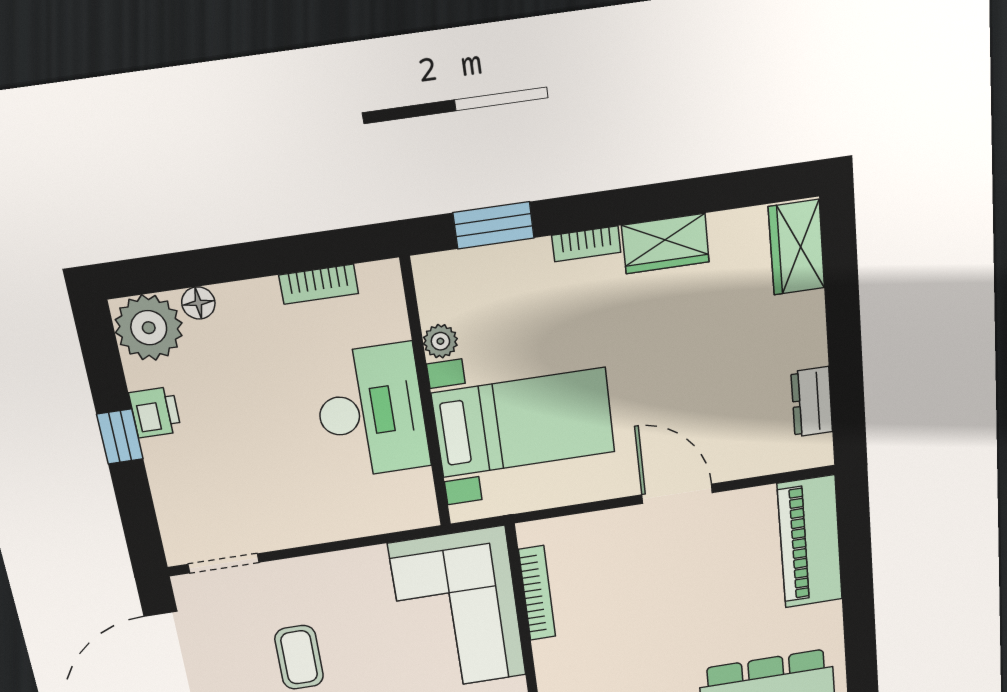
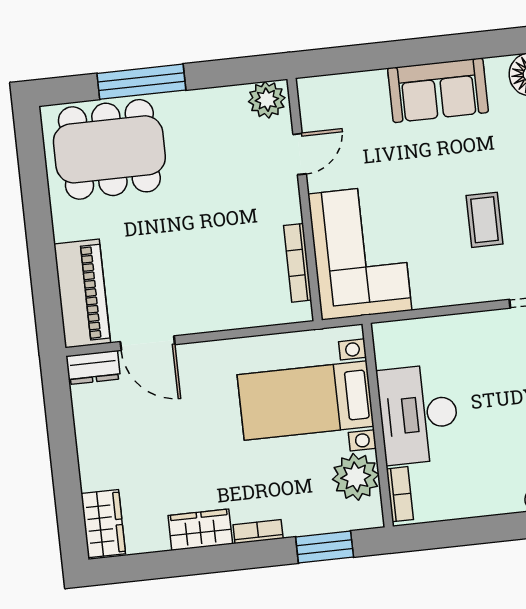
bookcase: (319, 284) -> (400, 494), moved, turned 90
plant: (440, 341) -> (356, 477), width x1.88, depth x1.88
dresser: (812, 402) -> (93, 368), moved, turned 90
door: (677, 494) -> (148, 343), moved

